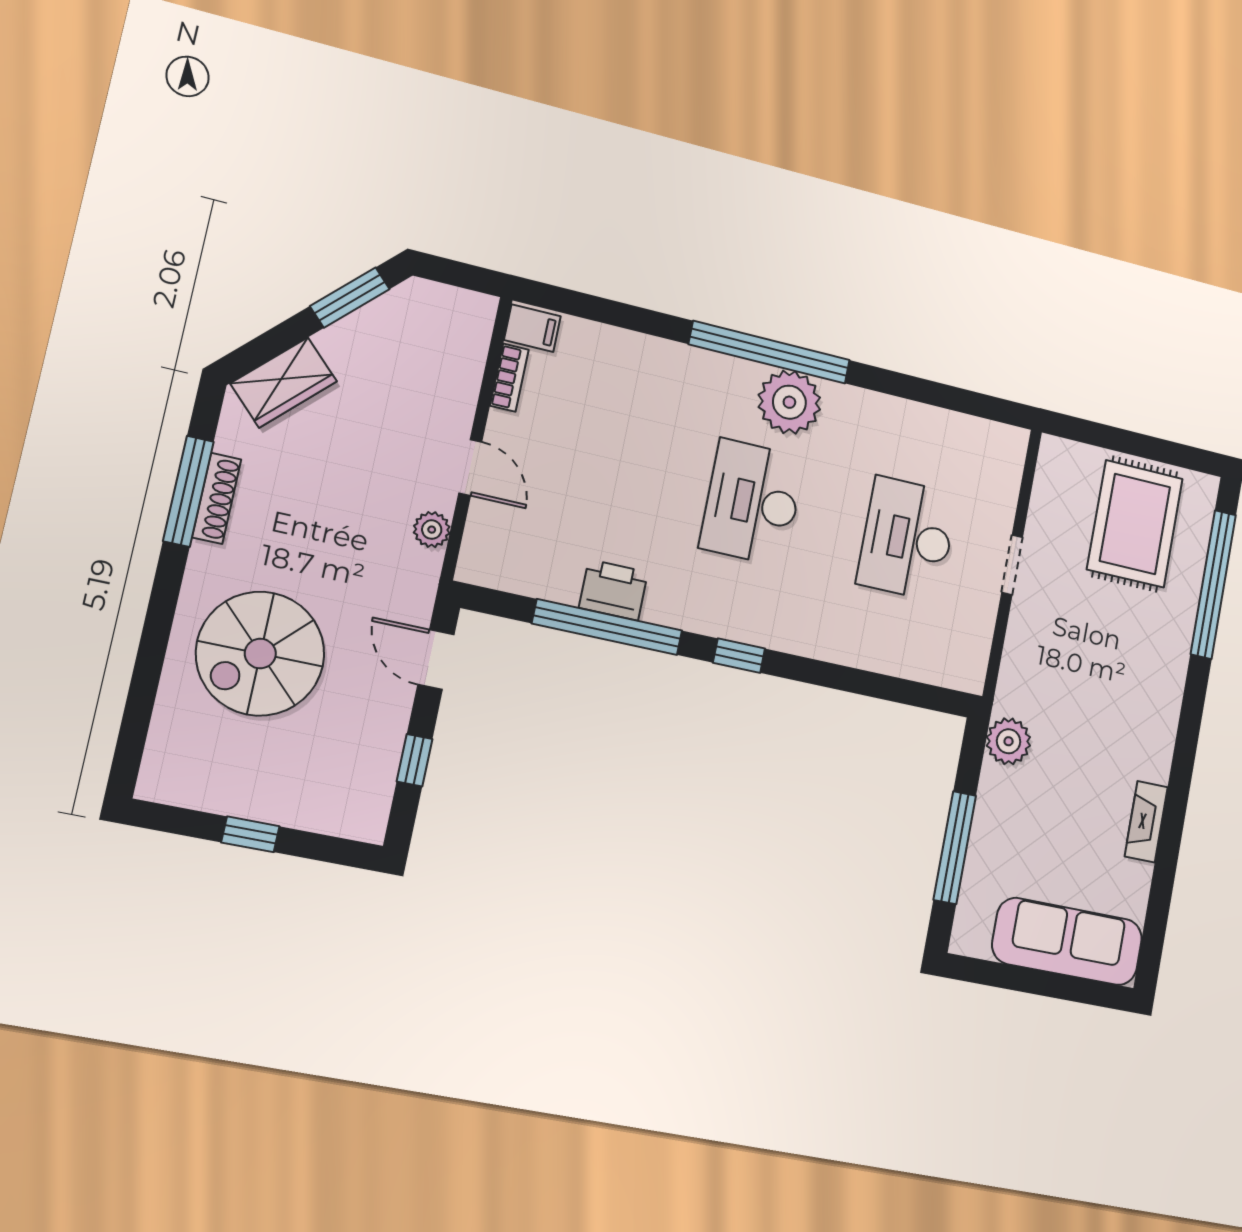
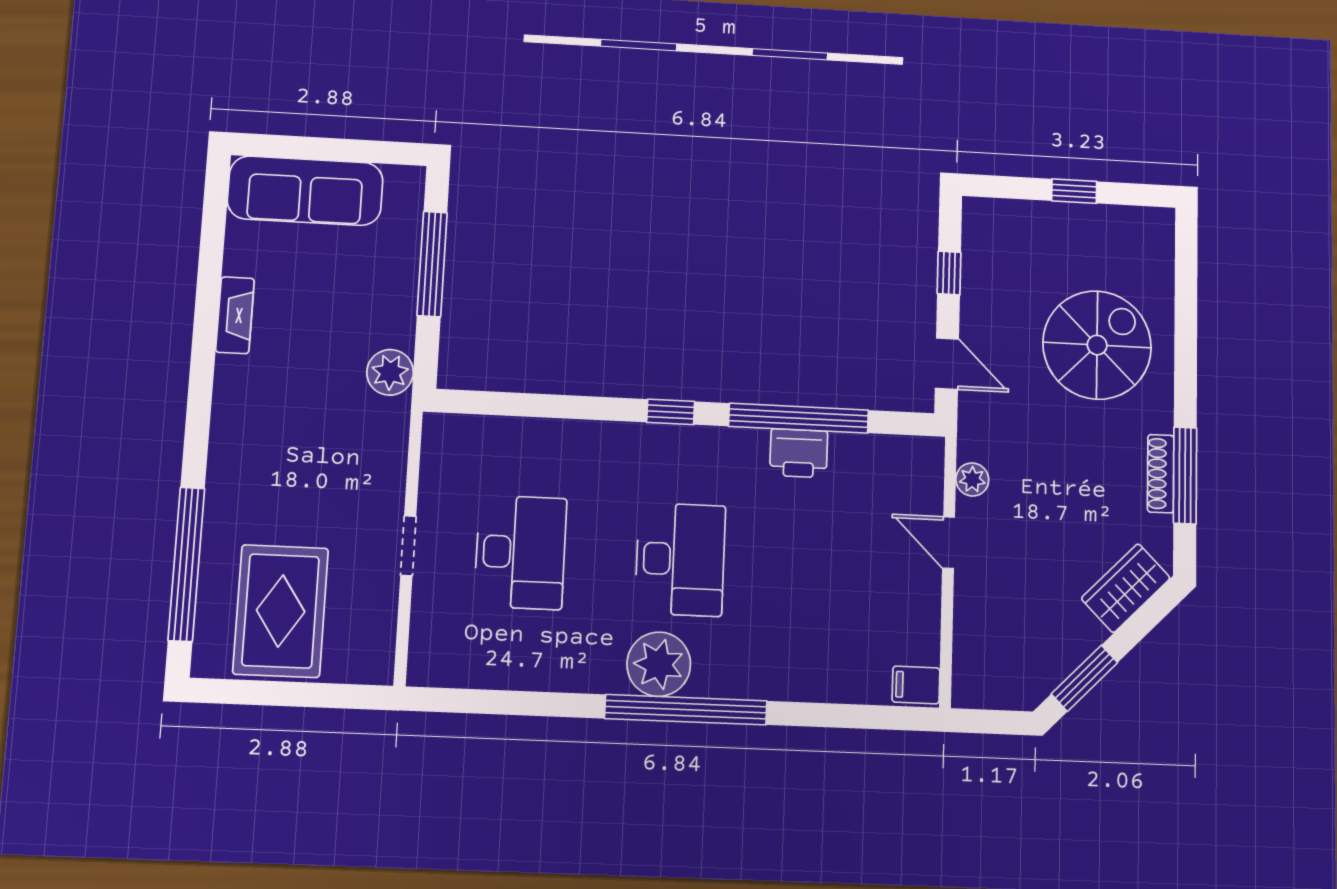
bookcase: (509, 378) -> (929, 633), removed

